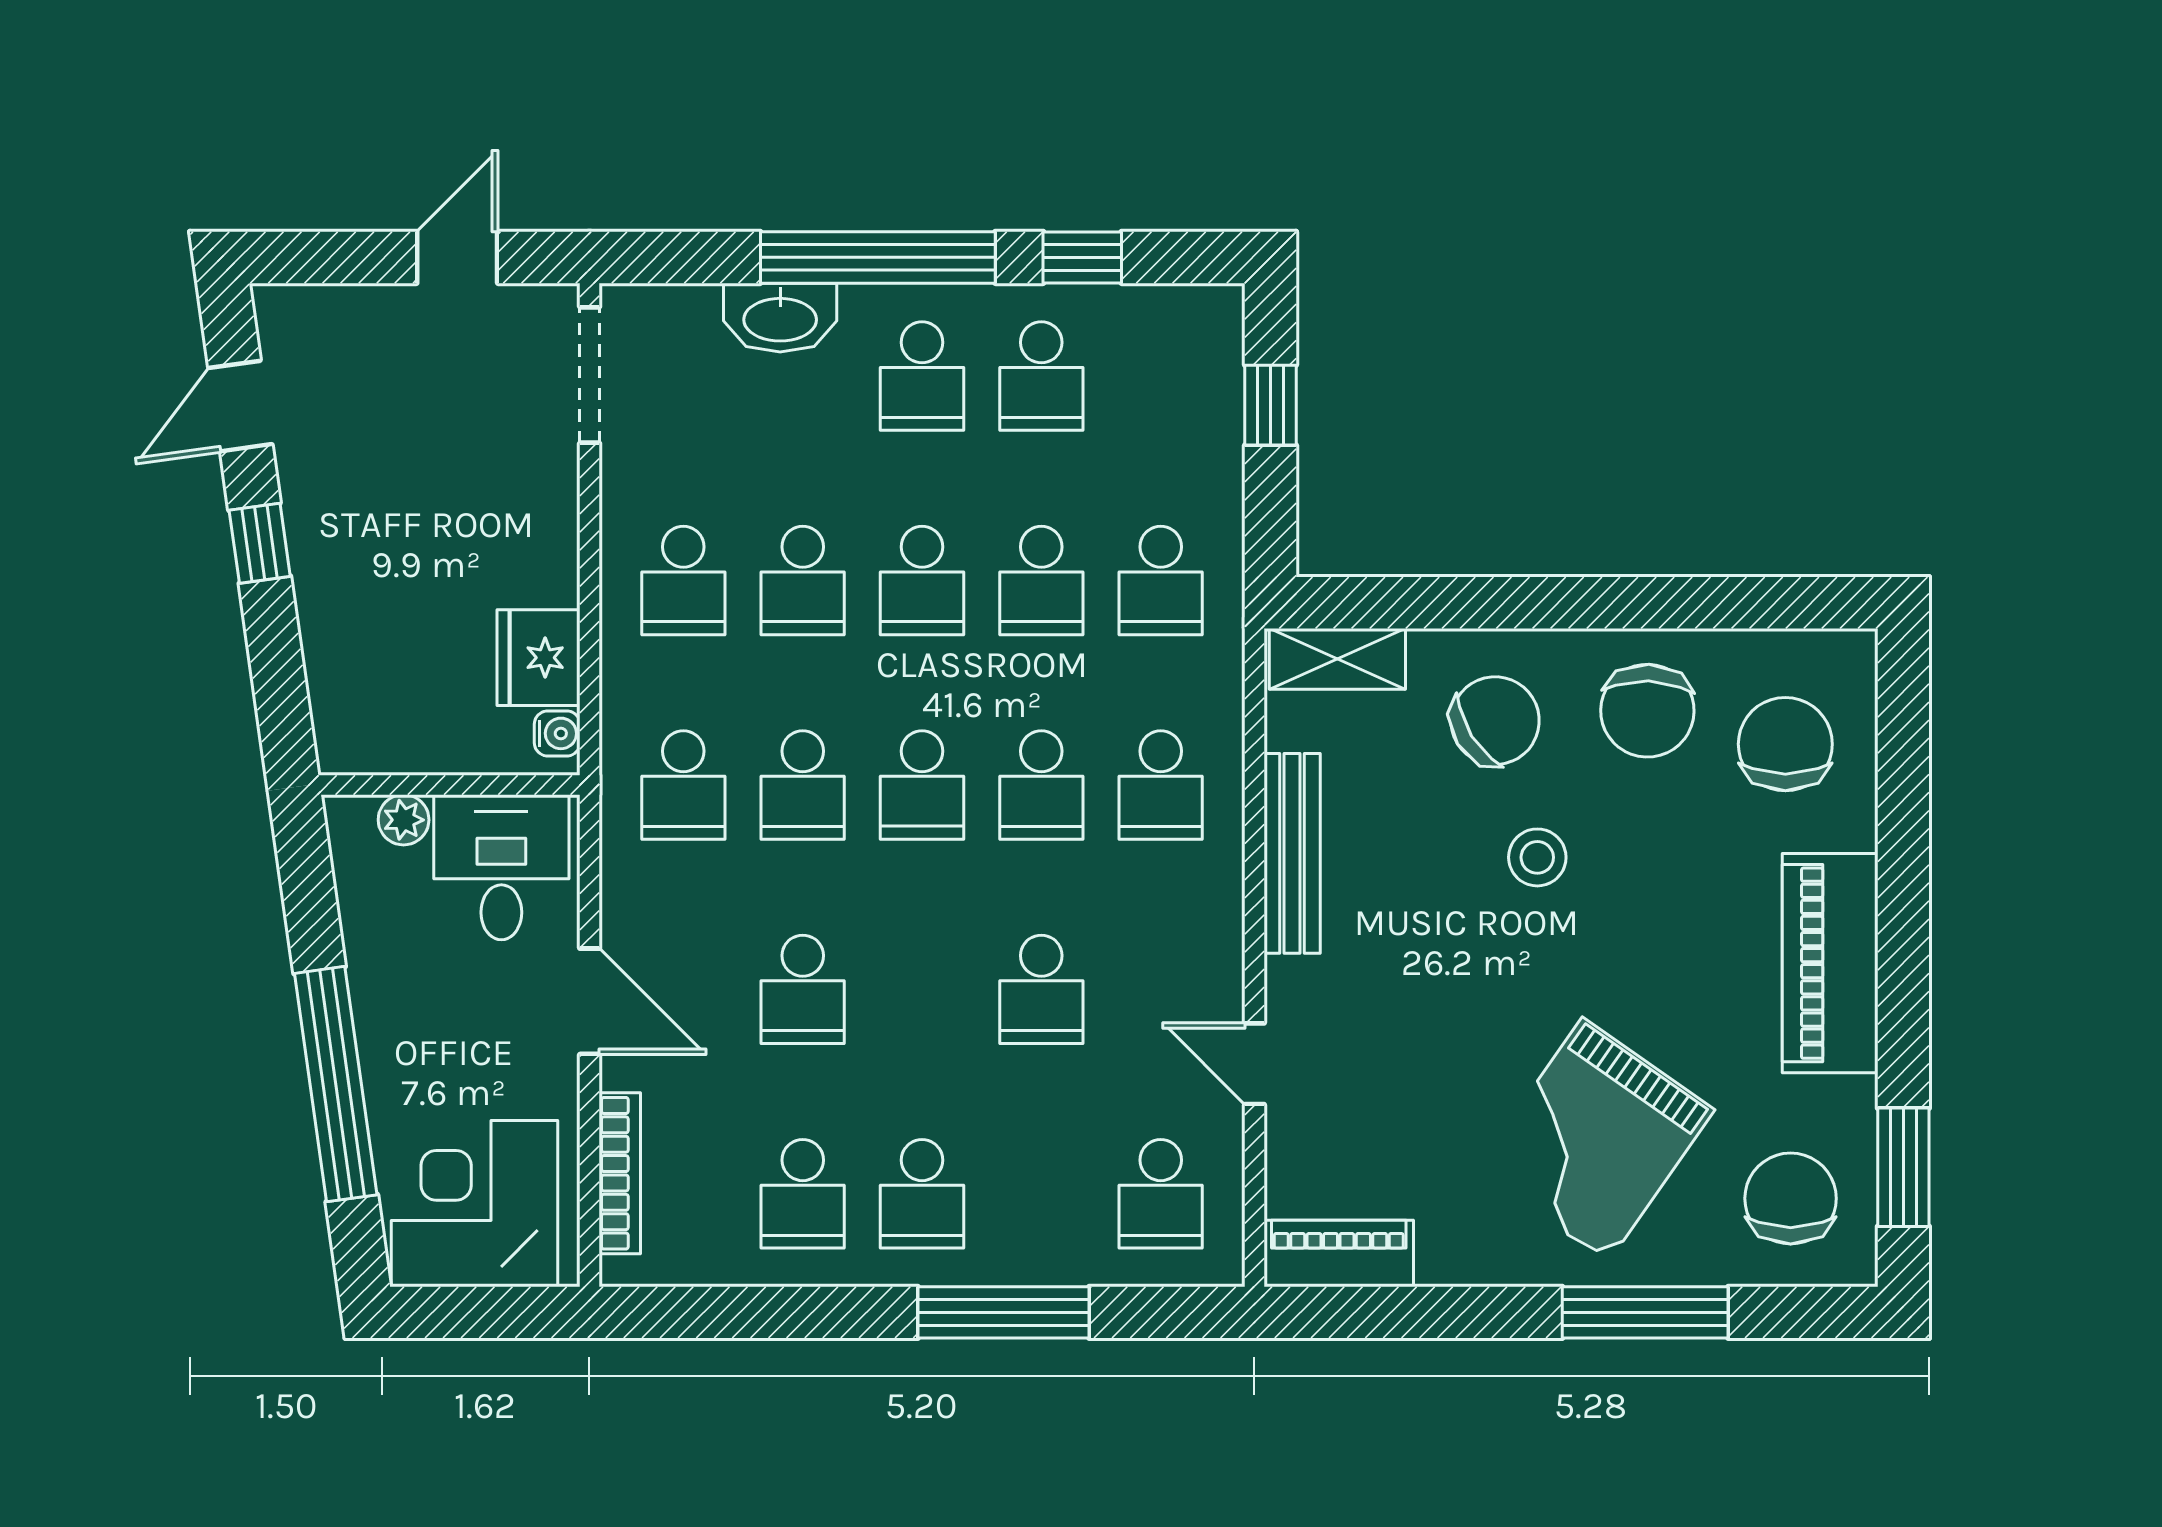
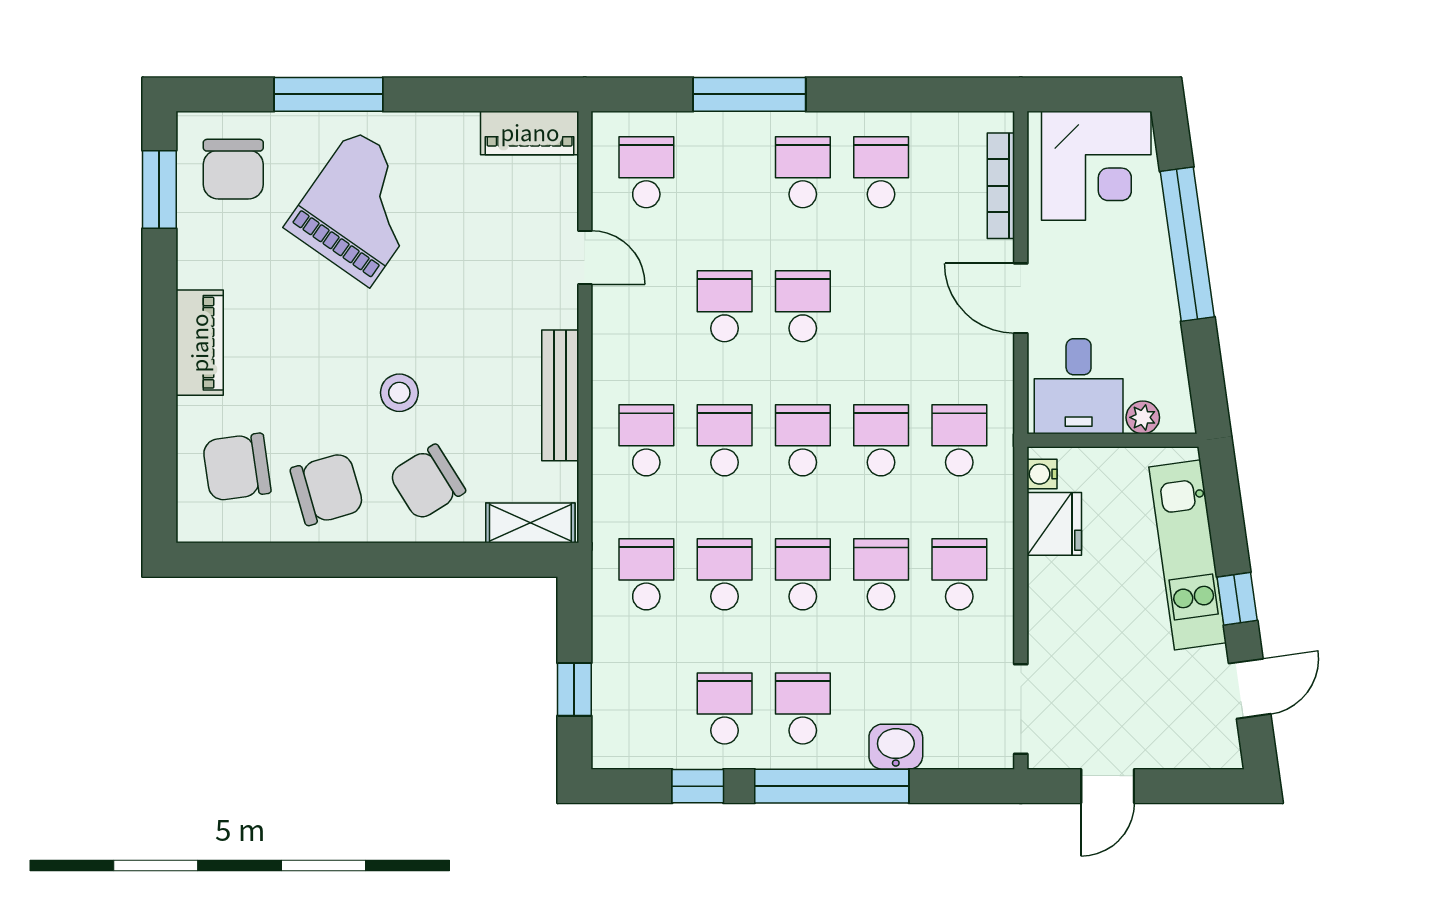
washbasin: (780, 318) -> (896, 747), width x0.72
kitchen unit: (335, 610) -> (1188, 555), added
chair: (1647, 711) -> (327, 489), turned 72
chair: (1785, 744) -> (237, 467), turned 82
piano: (1830, 963) -> (200, 343), width x0.73, depth x0.75
school desk: (803, 989) -> (803, 306), moved

